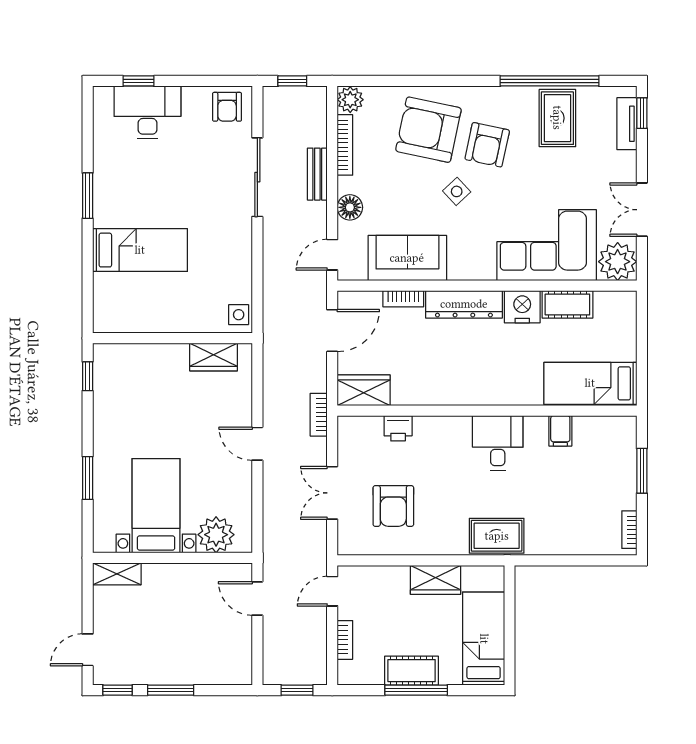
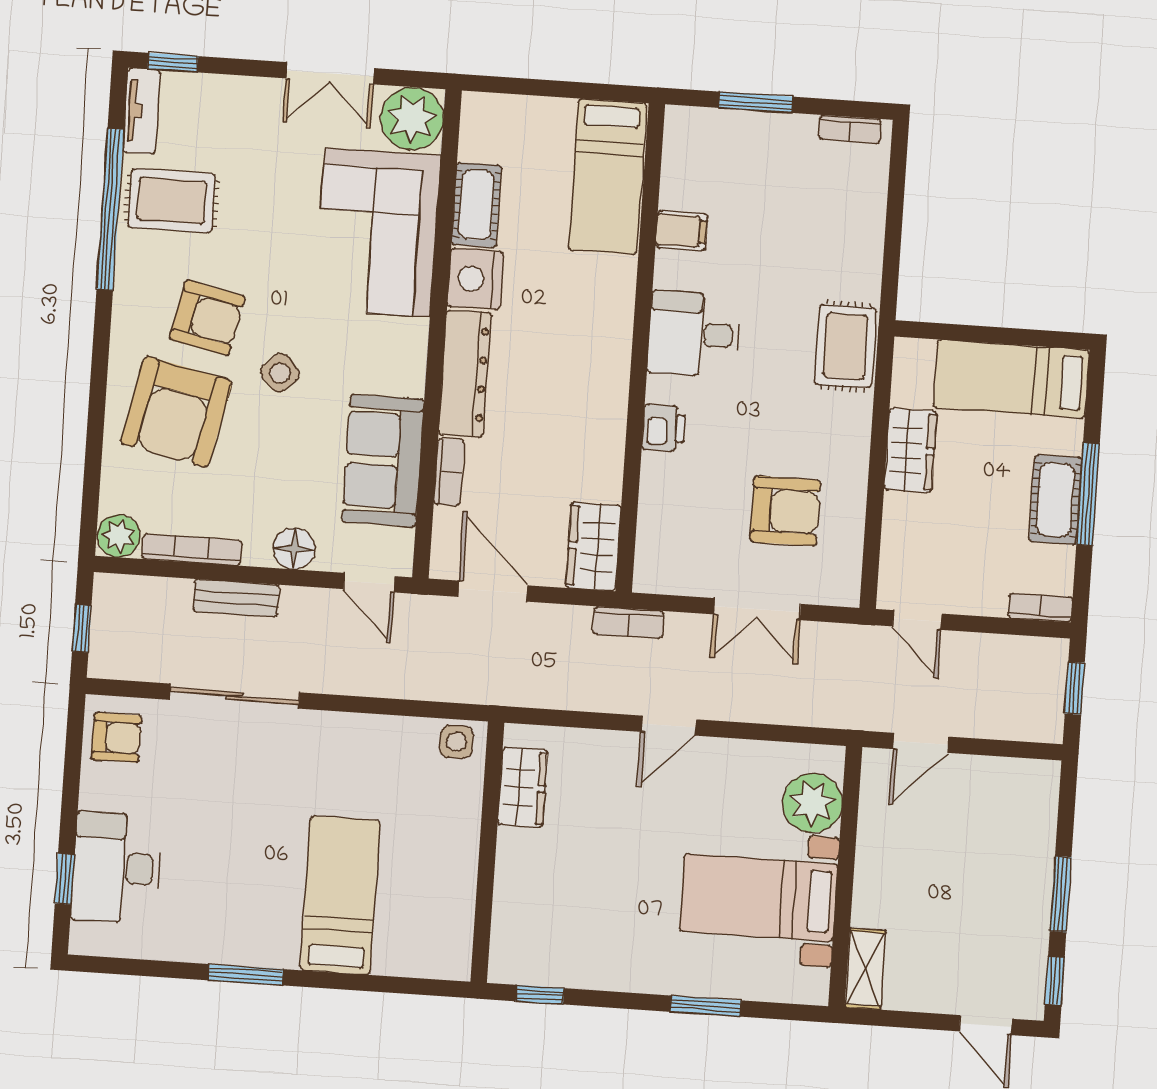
tv unit: (627, 124) -> (141, 111), moved, turned -90
printer: (398, 428) -> (664, 428), moved
bookcase: (345, 640) -> (1040, 608), moved

